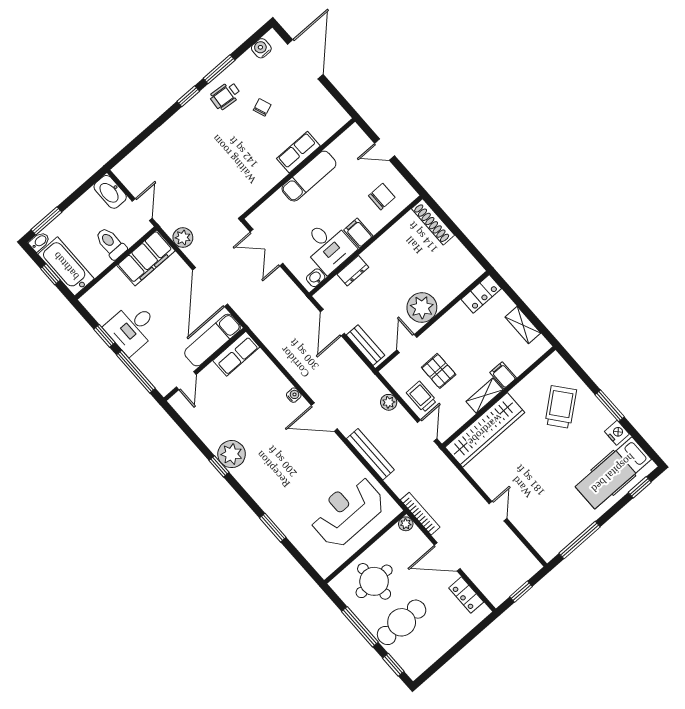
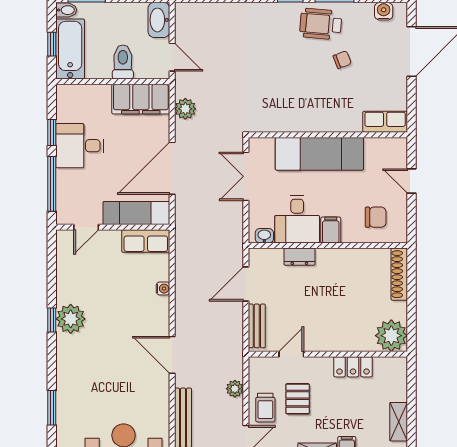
wheelchair: (225, 96) -> (321, 24), width x1.36, depth x1.37
row of seats: (298, 152) -> (385, 122), moved
exam couch: (309, 176) -> (319, 154), width x1.36, depth x1.45
door: (142, 210) -> (172, 57), hinge flipped
locker: (481, 294) -> (353, 367), moved
plant: (422, 308) -> (391, 336), moved
water cooler: (294, 395) -> (163, 289), moved
trolley: (421, 397) -> (265, 408), turned 180

